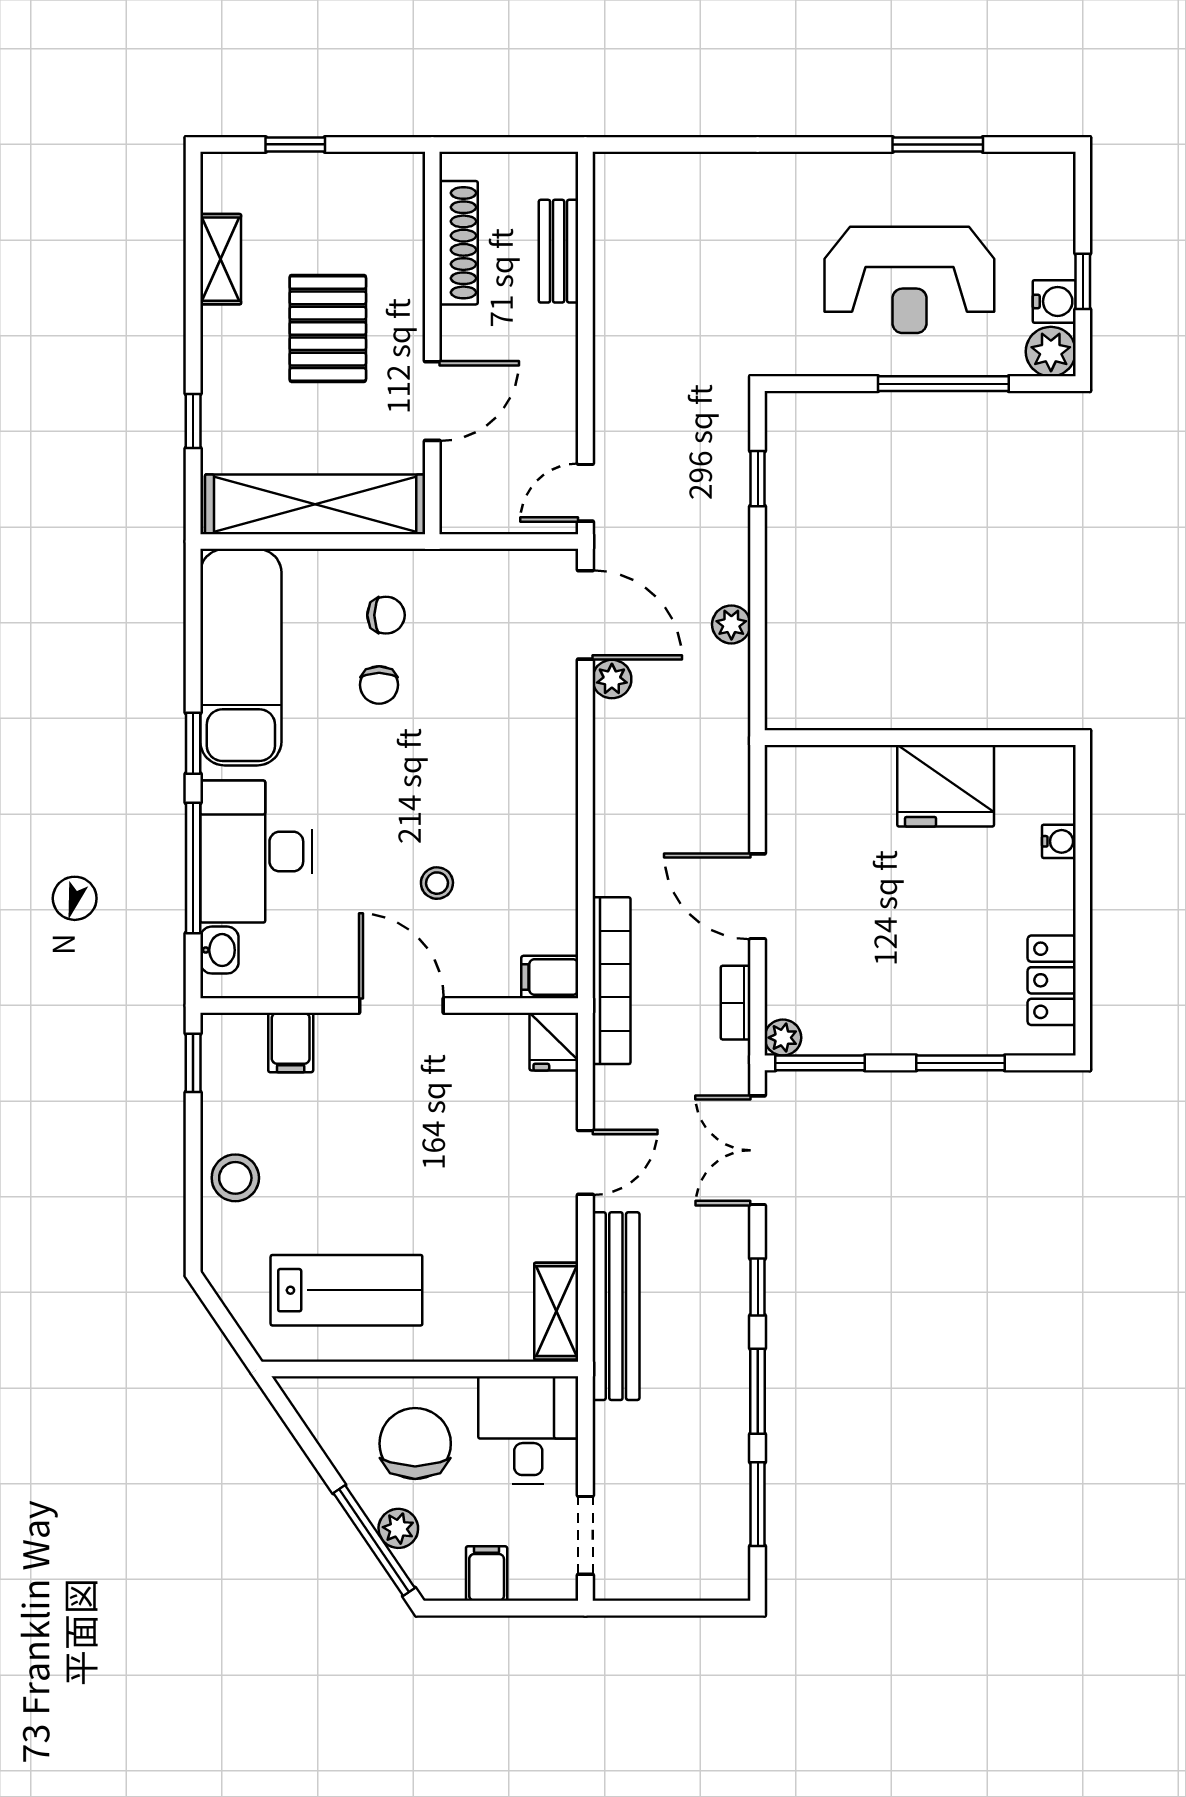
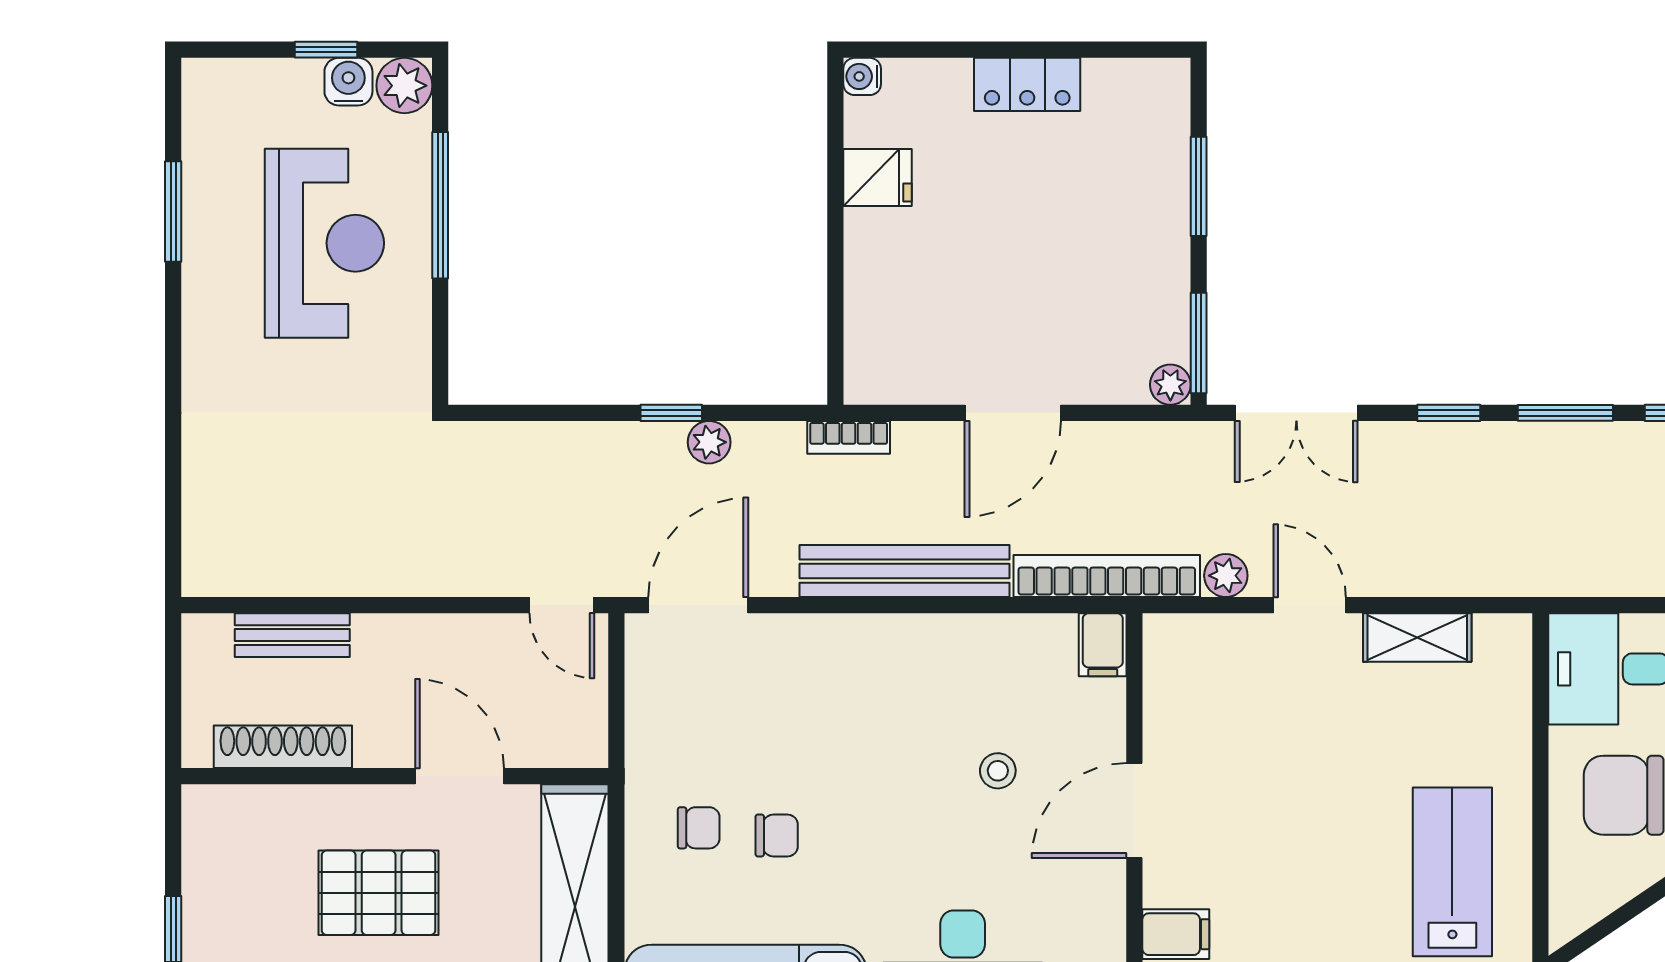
window: (758, 479) -> (671, 413), moved
chair: (386, 615) -> (699, 828), turned 90
plant: (612, 679) -> (1226, 576), moved
fridge: (946, 786) -> (878, 178), width x0.53, depth x0.75
water cooler: (1059, 841) -> (862, 76), moved, turned -90
locker: (1052, 980) -> (1027, 84), moved
bookcase: (736, 1003) -> (849, 437), moved
fridge: (554, 1042) -> (1175, 640), removed
bench: (616, 1306) -> (904, 571), moved
shelving: (556, 1311) -> (1417, 638), moved

